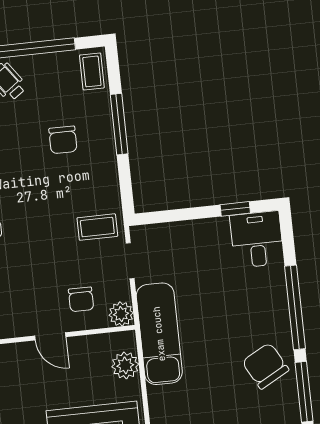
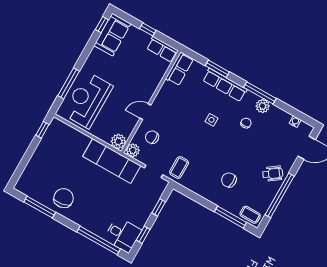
window: (119, 124) -> (230, 217), moved
window: (178, 215) -> (159, 207), added
window: (295, 307) -> (99, 240), moved
plant: (125, 365) -> (118, 141), moved
chair: (265, 366) -> (64, 198), turned -71

